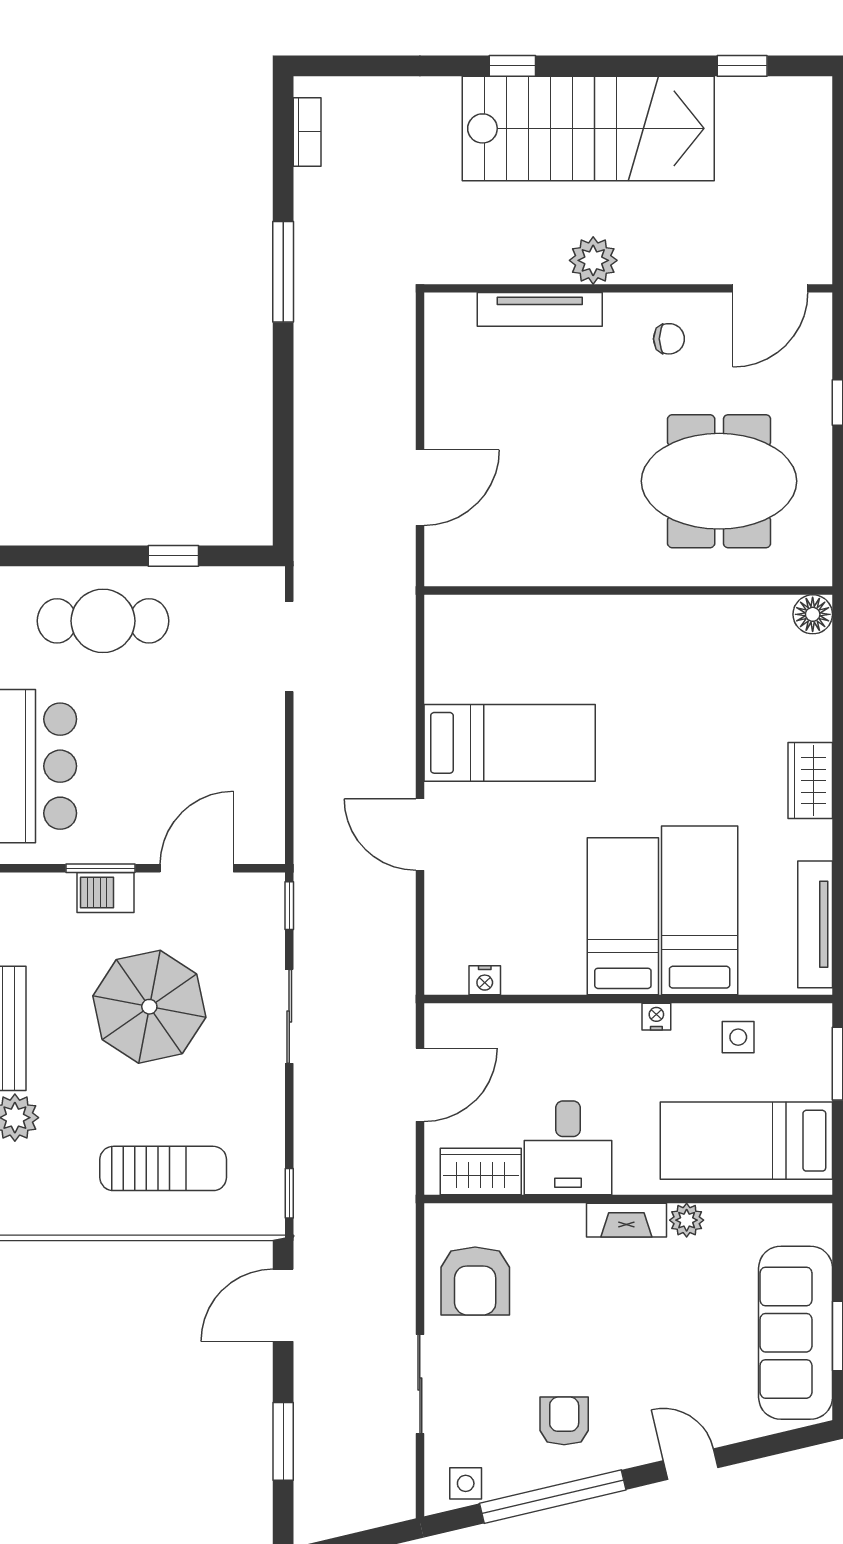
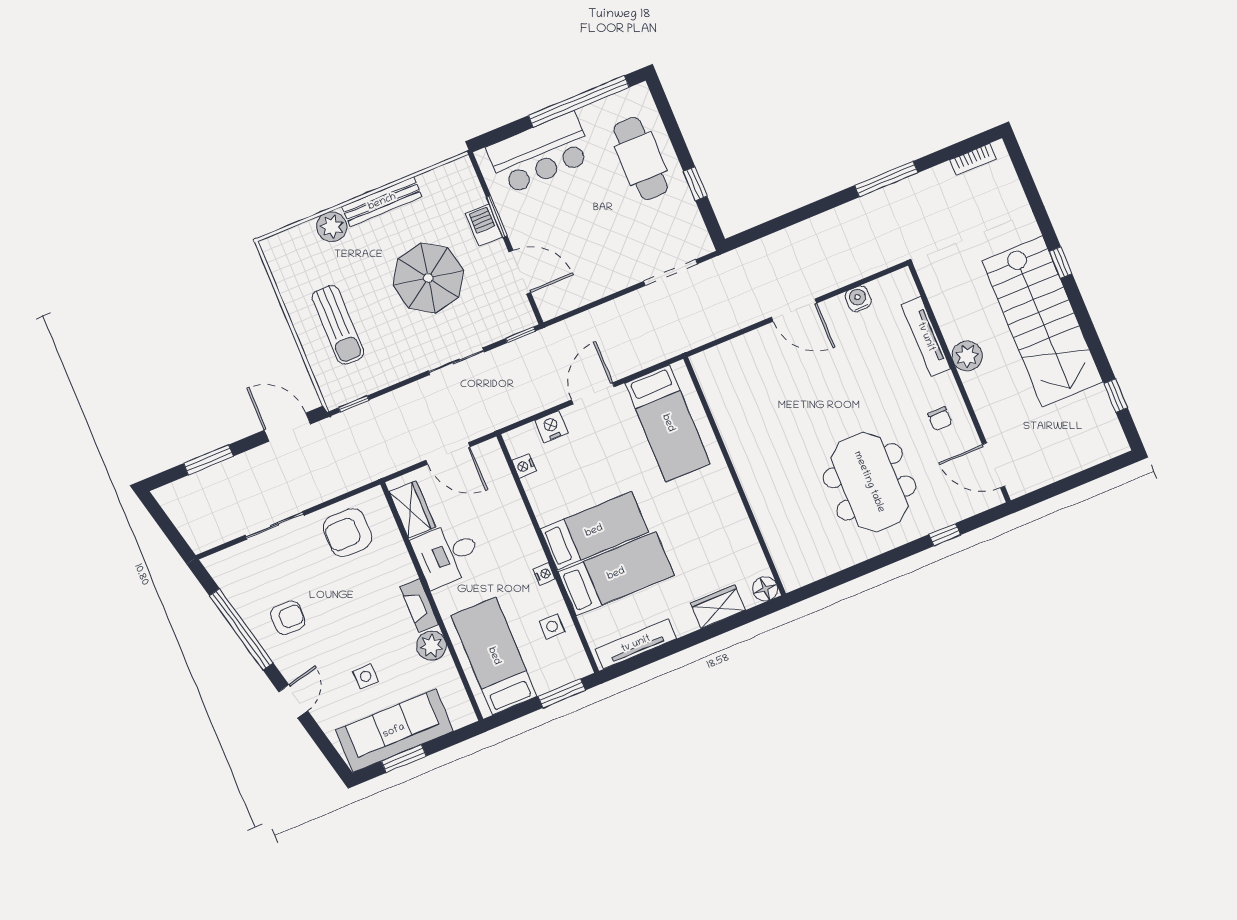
water cooler: (442, 386) -> (858, 299), added
wall: (628, 591) -> (735, 476), moved
floor lamp: (813, 614) -> (765, 589), moved
nightstand: (443, 916) -> (551, 426), added
plant: (687, 1220) -> (431, 646), width x1.38, depth x1.38
side table: (466, 1483) -> (366, 676), moved

